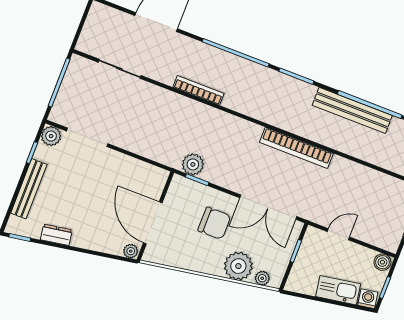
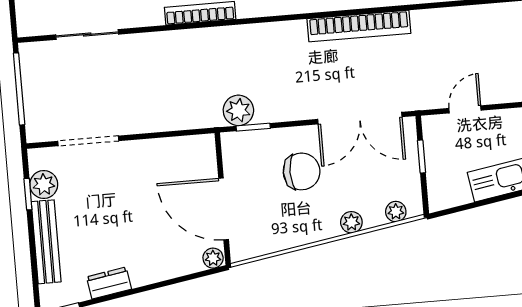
plant: (51, 136) -> (44, 185), moved
plant: (238, 266) -> (351, 222), width x0.53, depth x0.53

